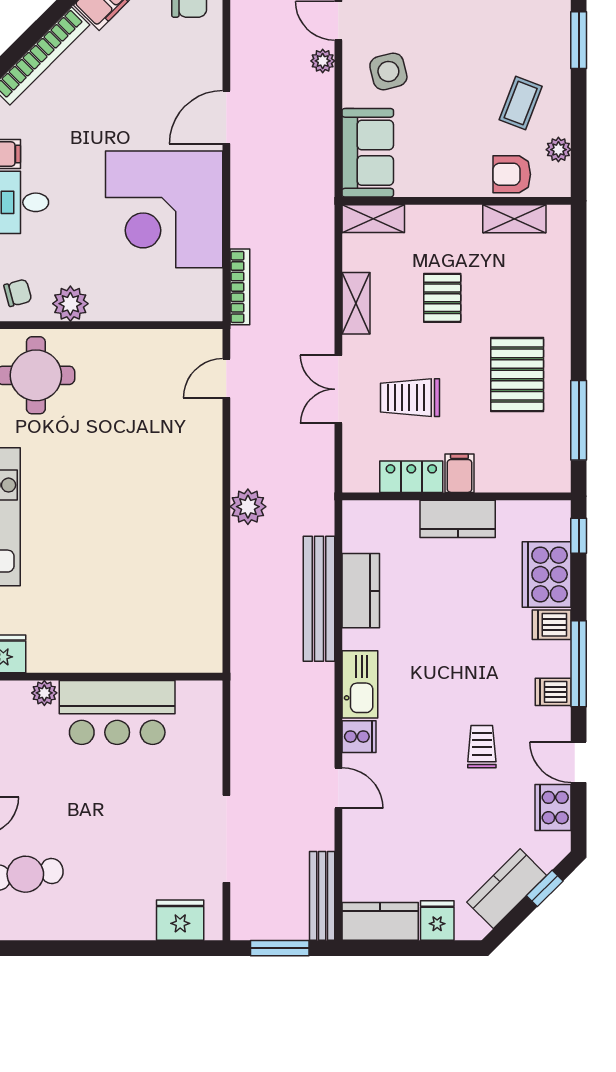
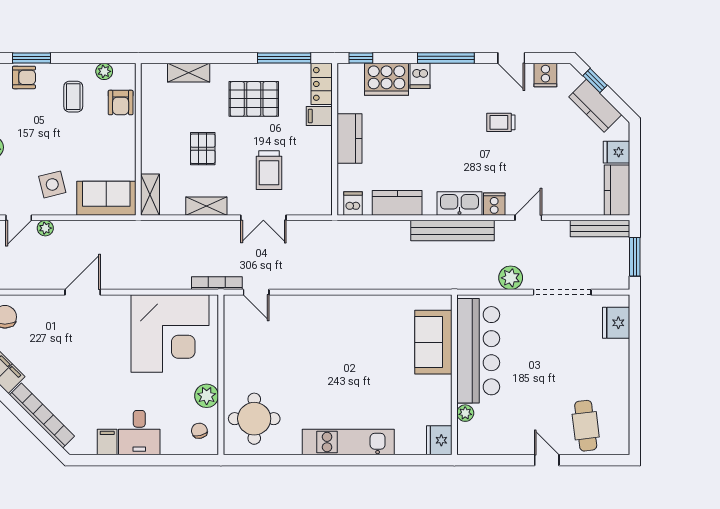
armchair: (549, 29) -> (24, 77), added
coffee table: (521, 103) -> (73, 97), turned 69
door: (226, 117) -> (83, 292), swing flipped
corner desk: (164, 209) -> (170, 333), moved
shelving: (514, 219) -> (189, 73), moved, turned 90
bookcase: (240, 287) -> (217, 283), moved
pallet: (442, 298) -> (203, 149), turned 90
filing cabinet: (459, 473) -> (319, 116), moved
locker: (411, 477) -> (322, 84), moved
plant: (248, 507) -> (511, 278), moved
bench: (319, 599) -> (452, 231), moved
sofa: (151, 645) -> (433, 342), added
dishwasher: (553, 692) -> (353, 203), moved, turned 180
bar counter: (117, 712) -> (478, 351), width x1.36
door: (579, 762) -> (511, 58), hinge flipped
cooker: (553, 808) -> (545, 75), width x0.73

